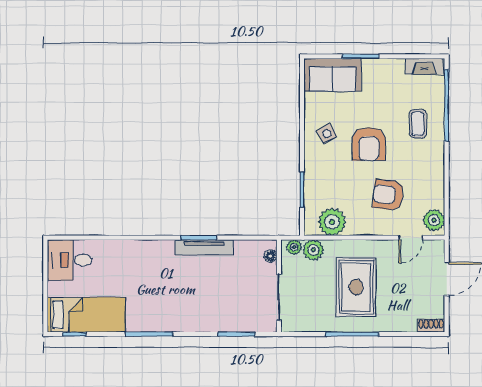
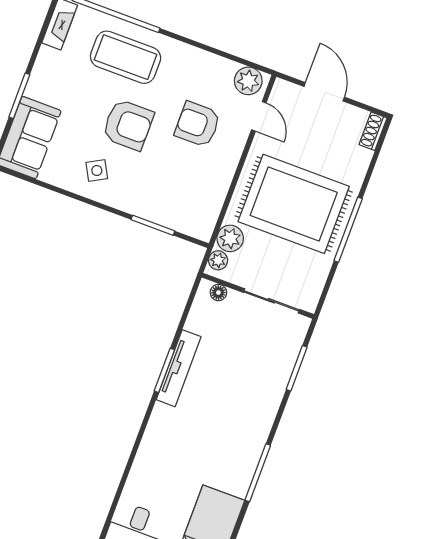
coffee table: (418, 124) -> (126, 57), width x1.86, depth x1.72
armchair: (388, 195) -> (198, 124), turned 83
plant: (332, 222) -> (205, 204), removed
rug: (356, 287) -> (294, 204), width x1.37, depth x1.44

